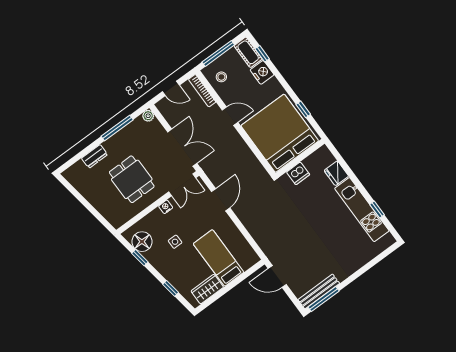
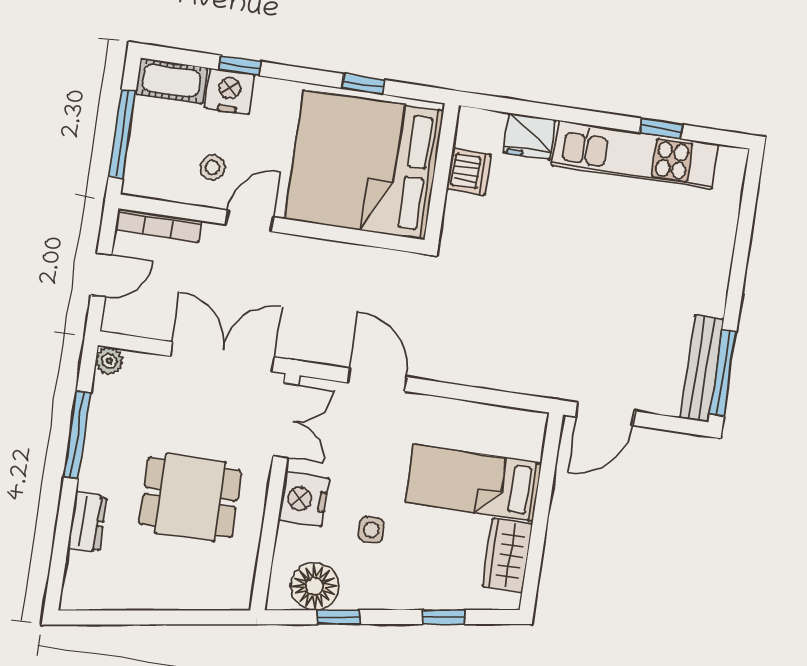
window: (262, 54) -> (240, 65), moved
stool: (221, 77) -> (213, 167), moved
dishwasher: (298, 173) -> (469, 172), moved
nightstand: (166, 207) -> (303, 499), width x1.89, depth x1.79

